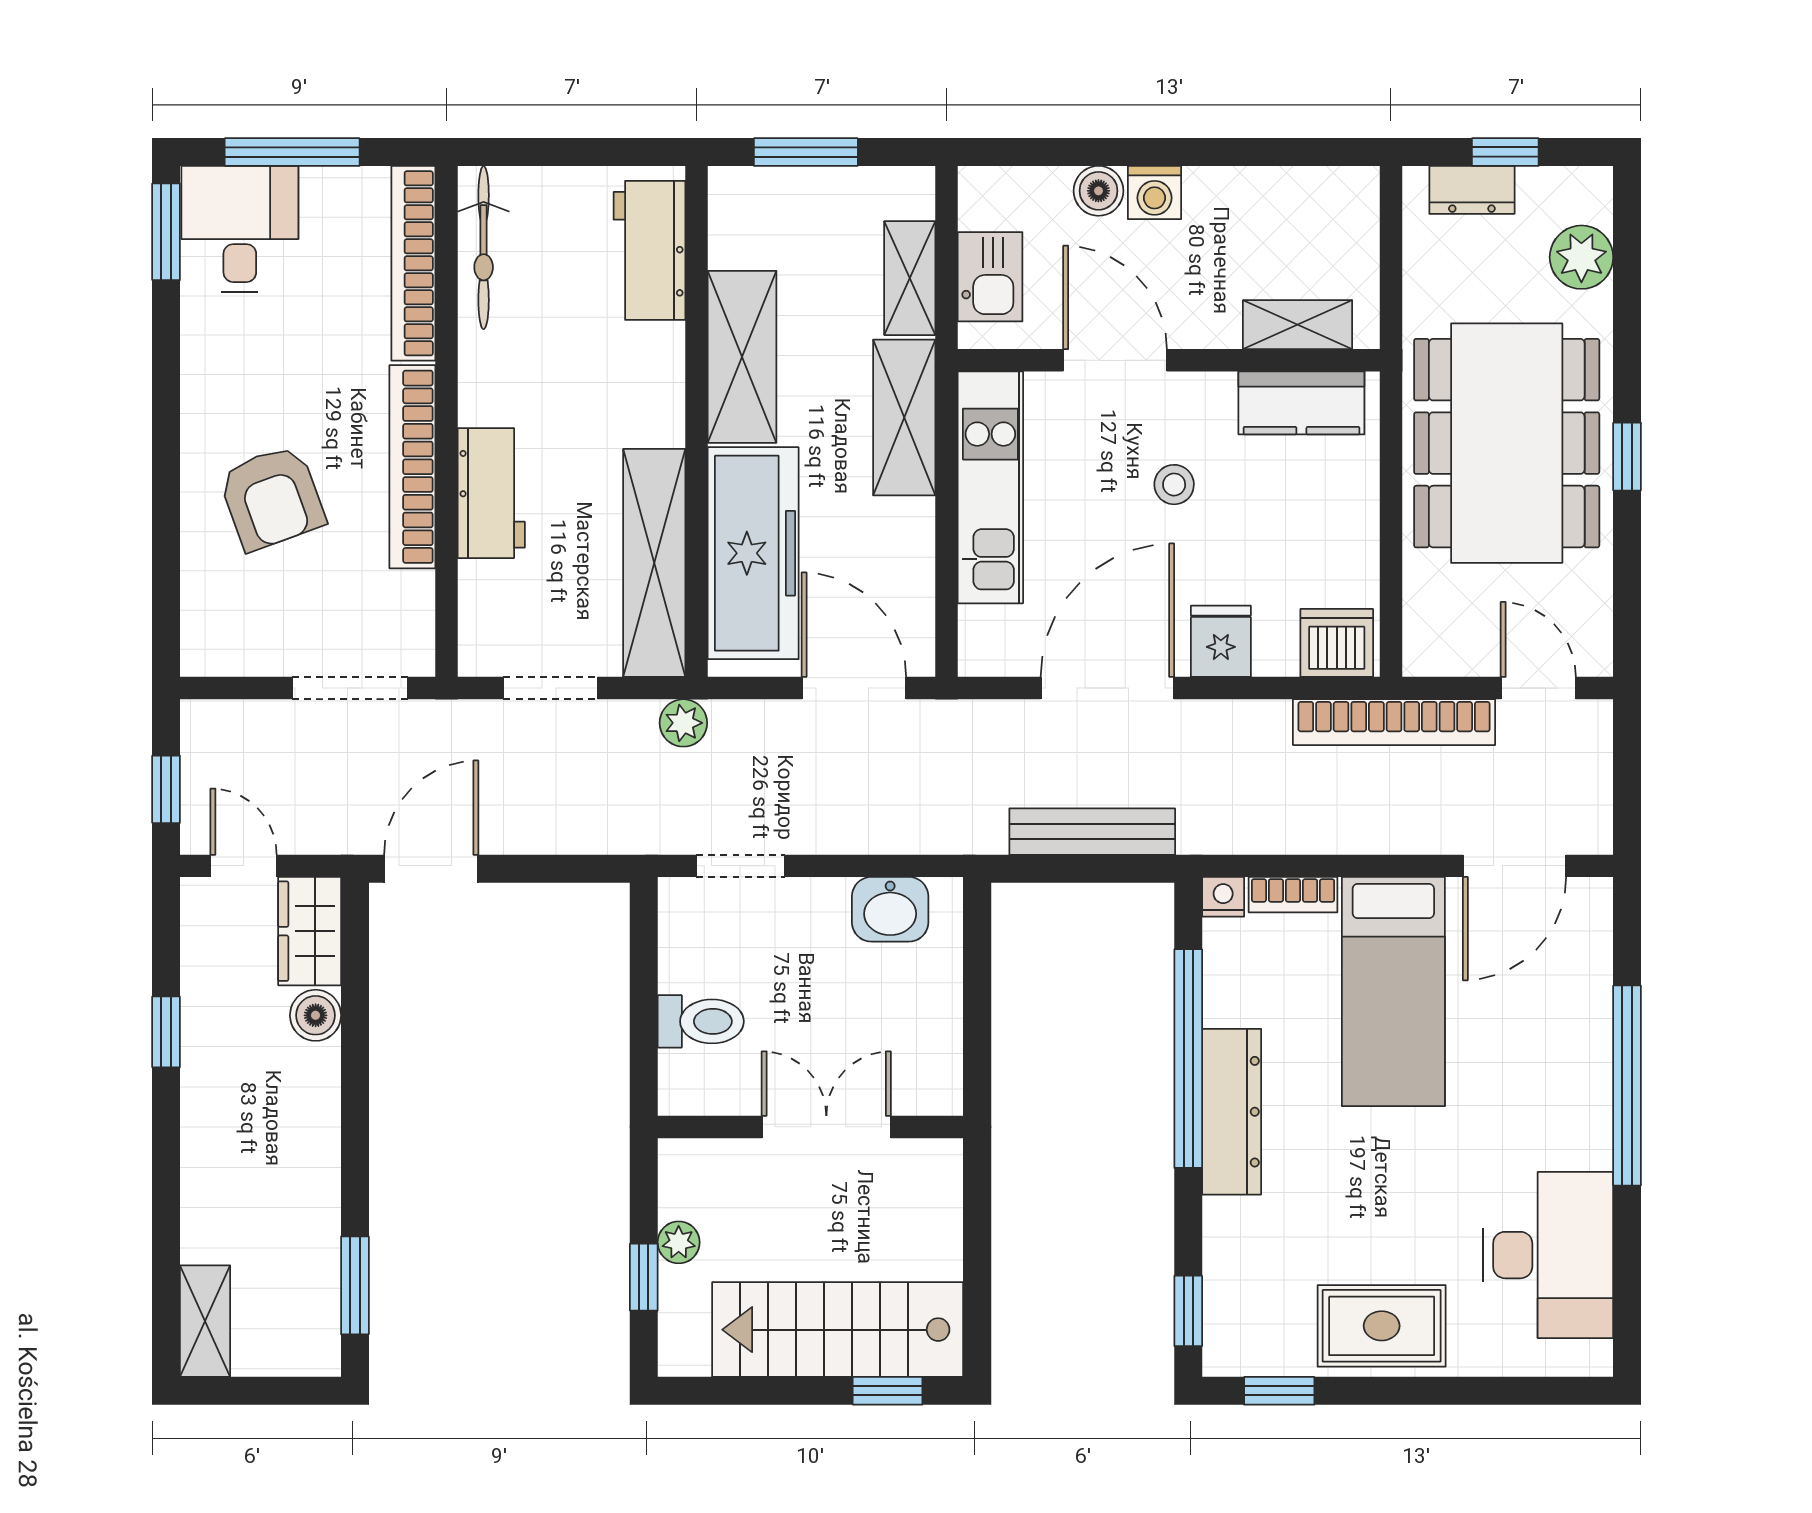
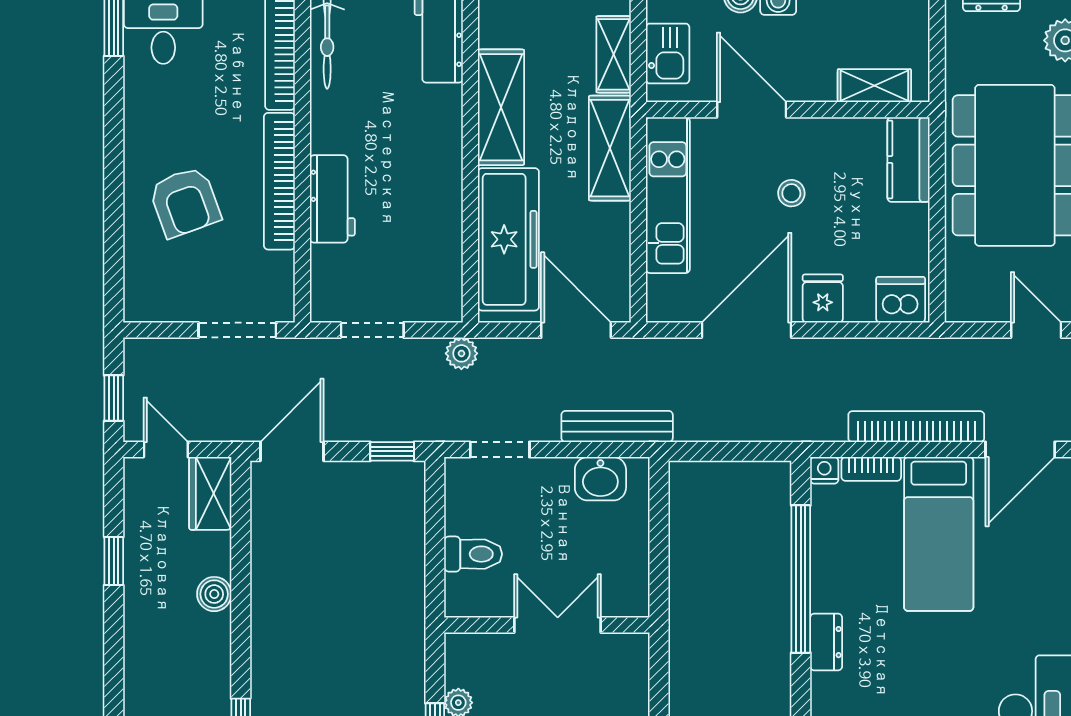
kitchen counter: (1301, 403) -> (908, 159), moved, turned 90
shelving: (654, 563) -> (442, 246), removed
bookcase: (1394, 722) -> (916, 427), moved, turned 180
bench: (1092, 832) -> (617, 426), moved
window: (580, 869) -> (392, 451), added
boiler: (316, 1015) -> (214, 594), moved
dresser: (1232, 1112) -> (826, 642), width x0.51, depth x0.80

